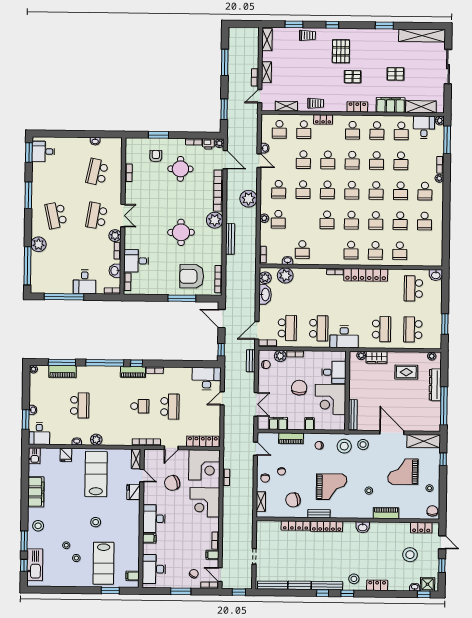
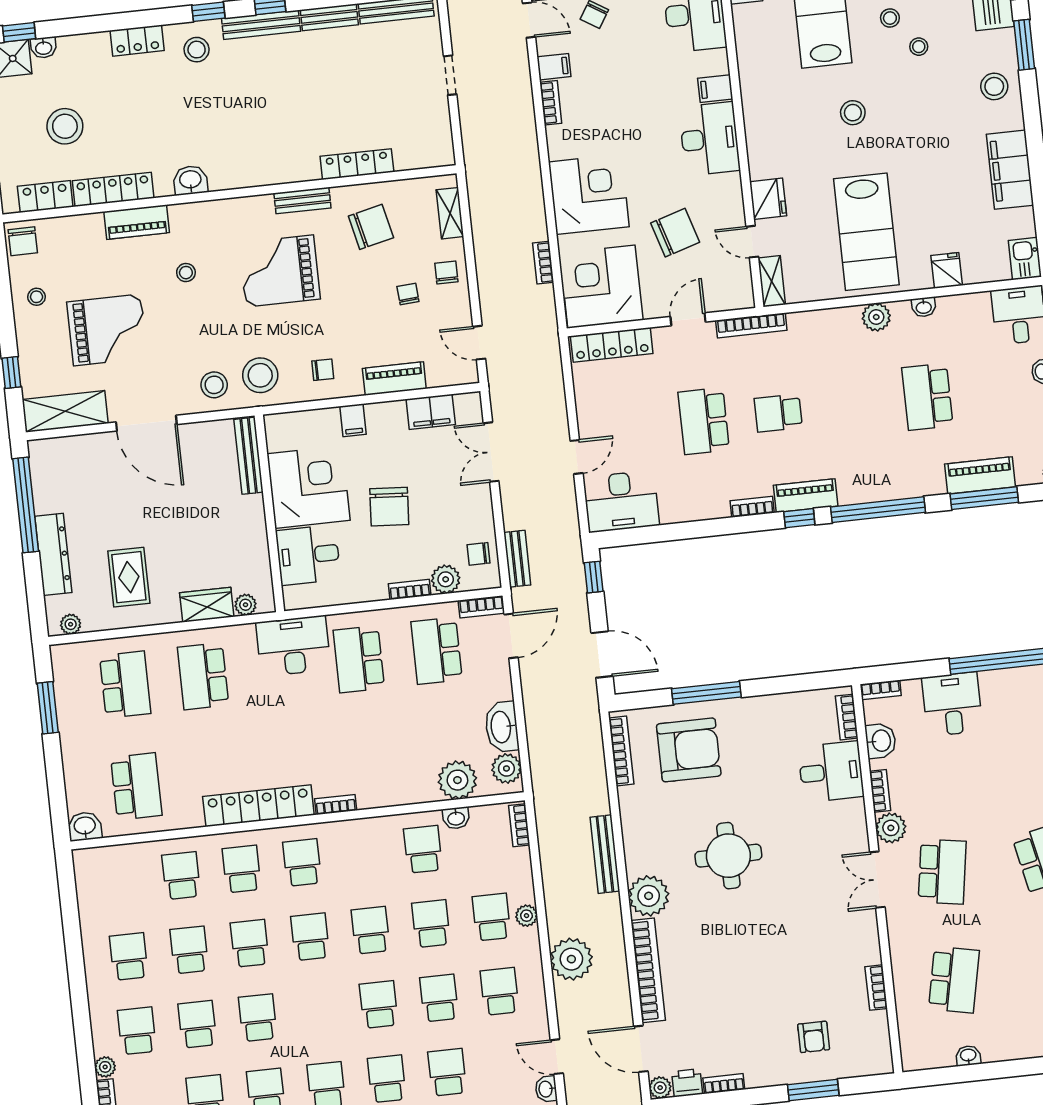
round table: (180, 169) -> (749, 1013), removed
school desk: (352, 190) -> (431, 924), moved
rug: (406, 372) -> (129, 577), turned 90
locker: (327, 526) -> (113, 189), moved

